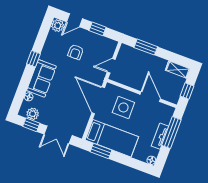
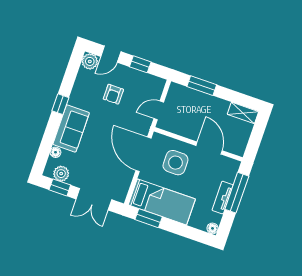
window: (187, 91) -> (255, 140), removed

